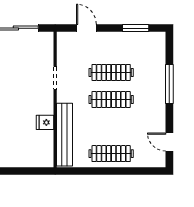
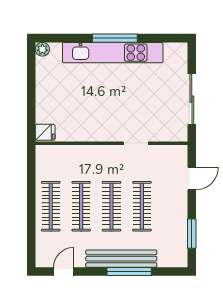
fridge: (45, 122) -> (45, 132), moved, turned 90
clothes rail: (111, 127) -> (81, 206), added
bench: (64, 135) -> (121, 259), moved

